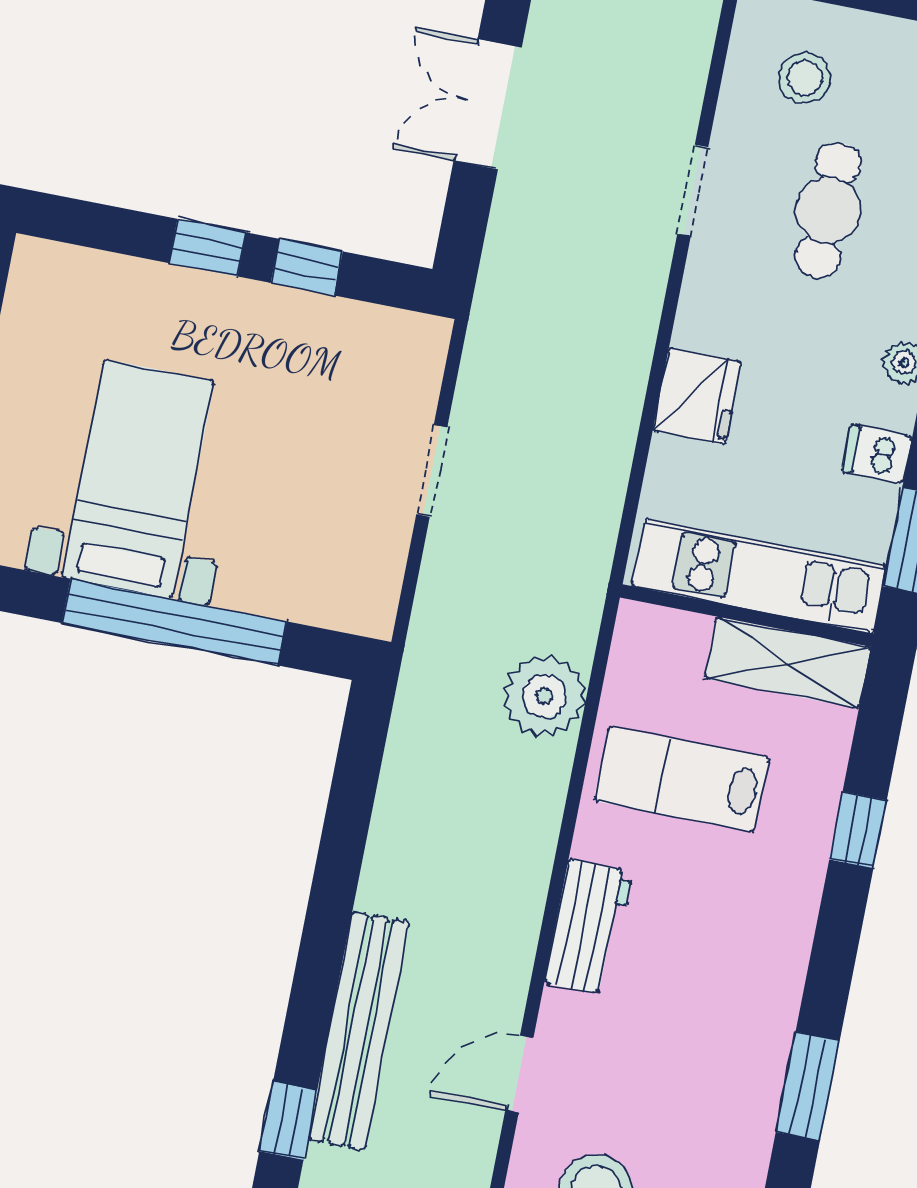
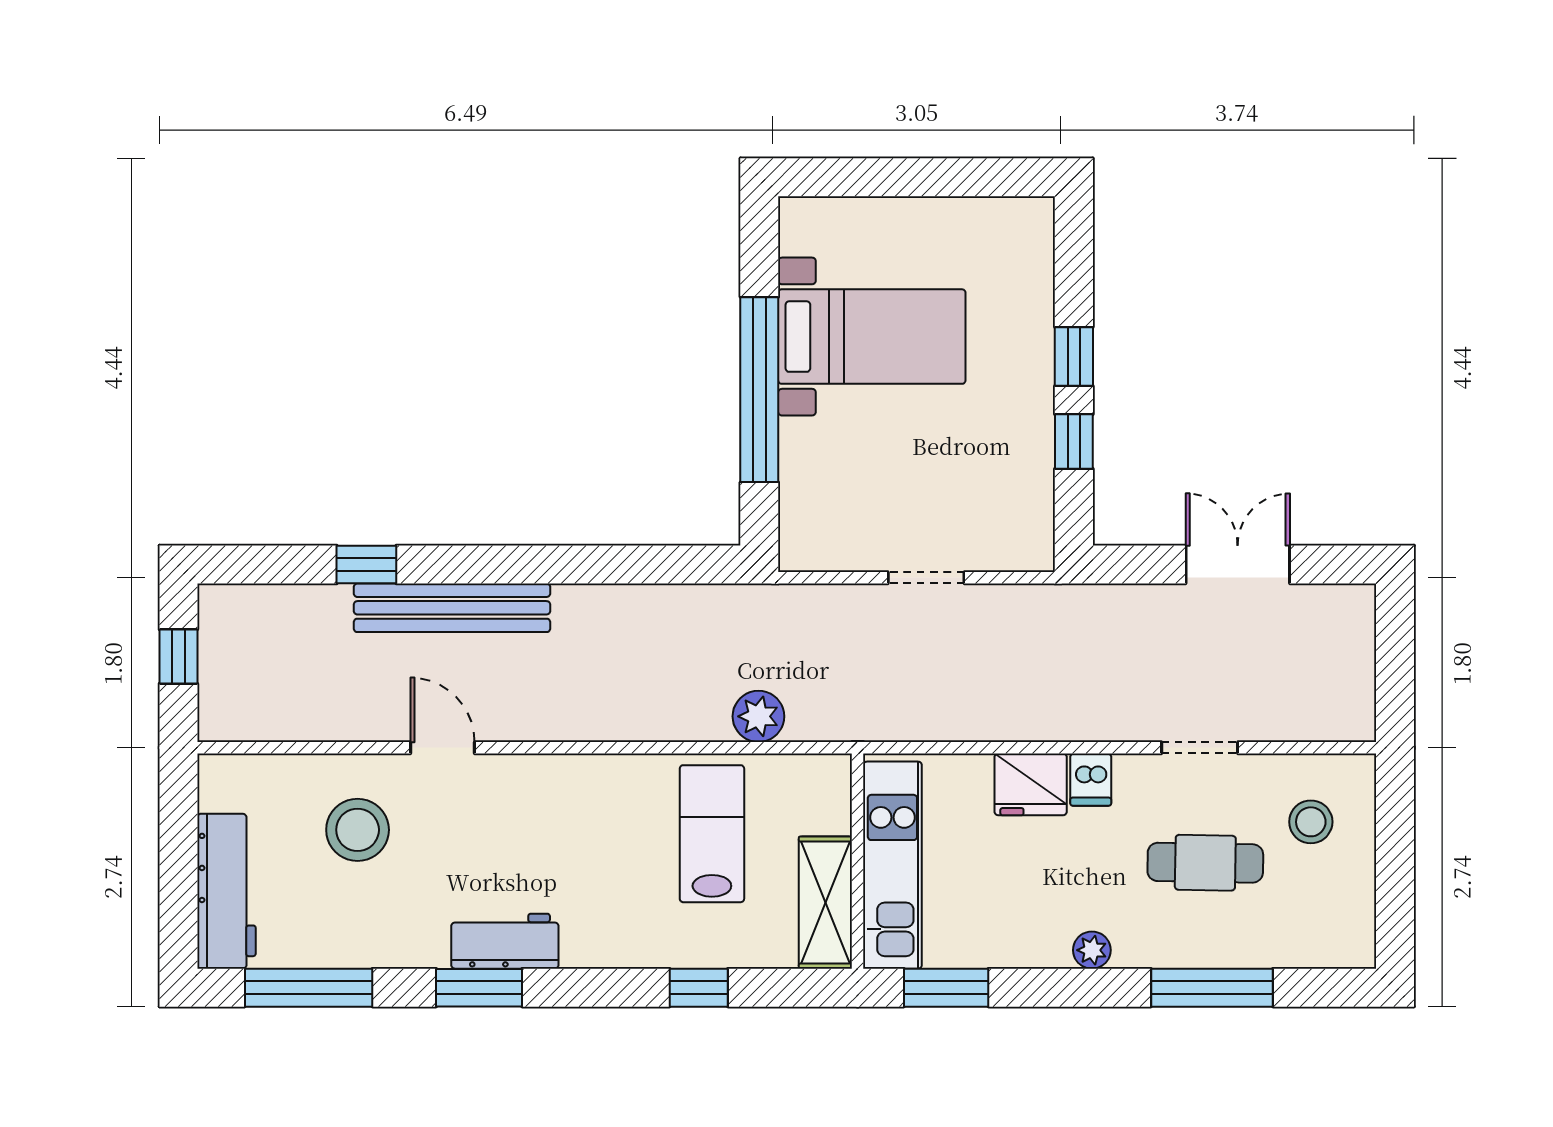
dishwasher: (877, 454) -> (1091, 780), moved, turned 180
plant: (544, 696) -> (758, 716), width x0.73, depth x0.73
workbench: (589, 927) -> (505, 941), moved, turned 180

